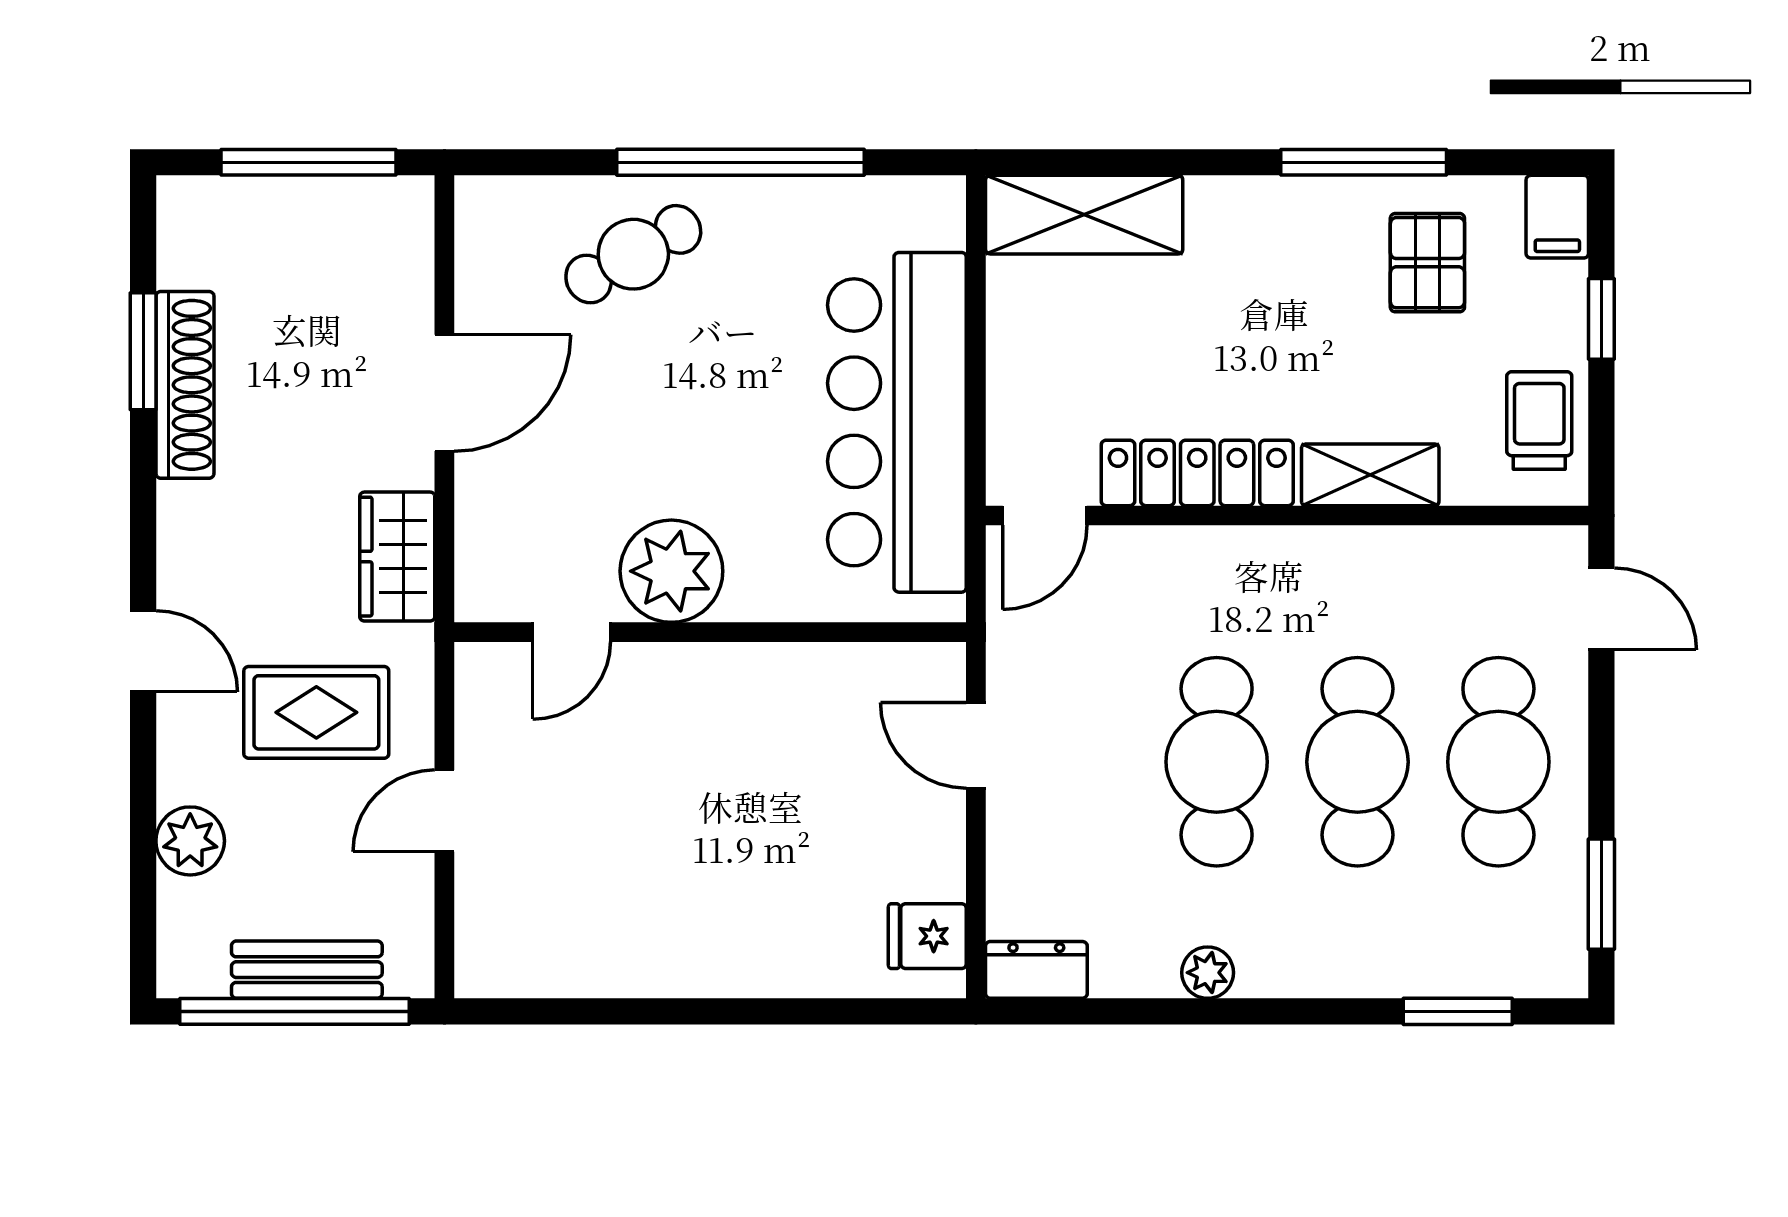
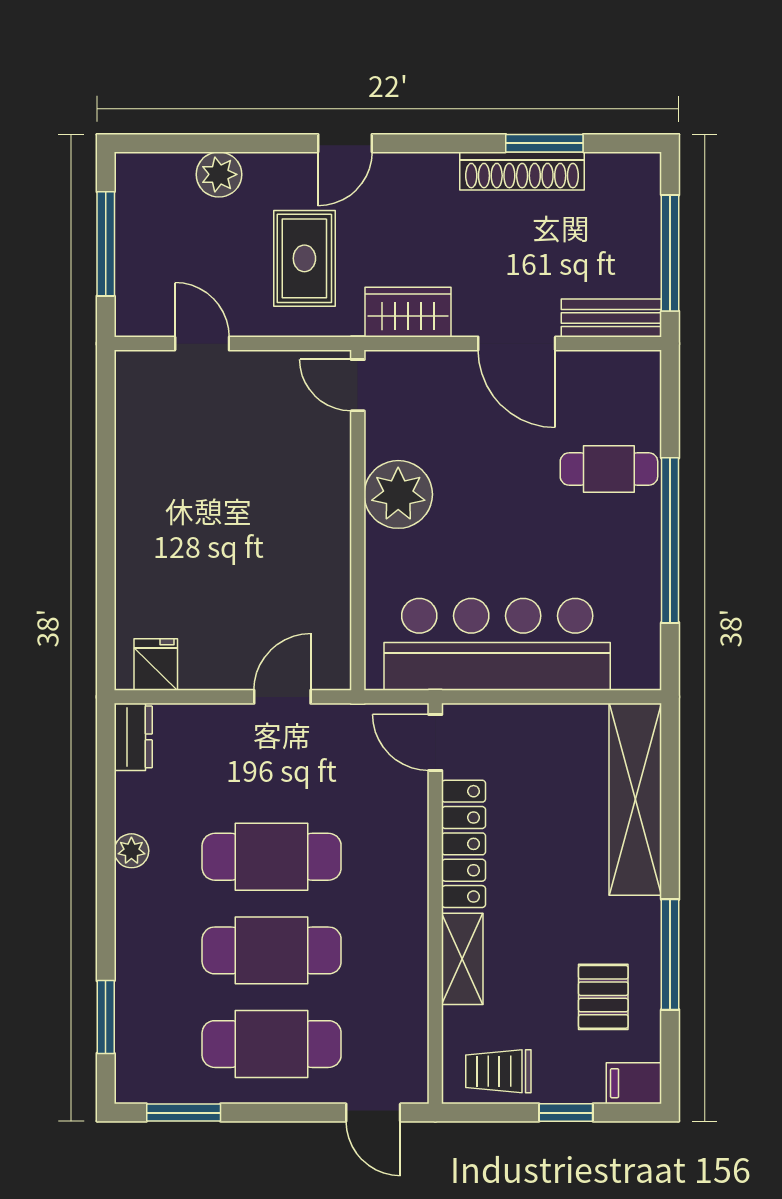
shelving: (1084, 215) -> (635, 799), width x1.47
cafe table: (633, 254) -> (609, 469), turned -61
pallet: (1427, 263) -> (603, 997), turned 90
trolley: (1539, 421) -> (498, 1071), turned 180
door: (1601, 609) -> (373, 1113), hinge flipped
door: (572, 632) -> (358, 385), moved
door: (444, 811) -> (202, 344), moved
bench: (307, 970) -> (611, 318), moved, turned 90
window: (295, 1011) -> (106, 244), width x0.68

